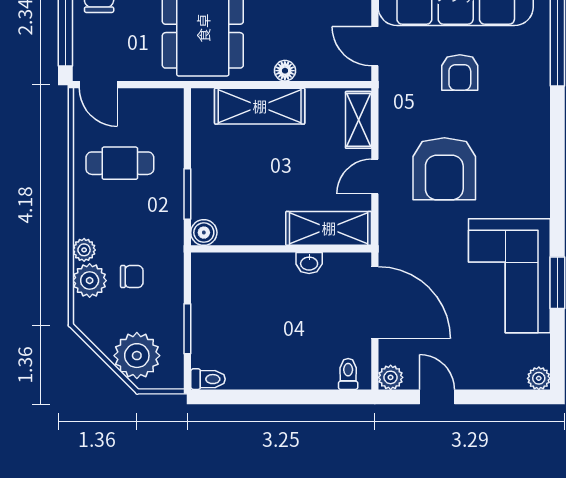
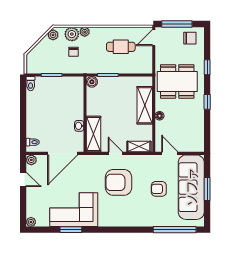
door: (375, 46) -> (170, 153), hinge flipped
cafe table: (120, 163) -> (121, 47), turned 90
plant: (137, 356) -> (53, 35), moved, width x0.53, depth x0.53
door: (437, 397) -> (23, 179), hinge flipped

